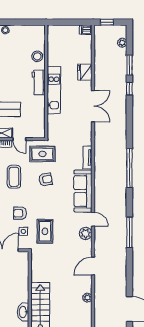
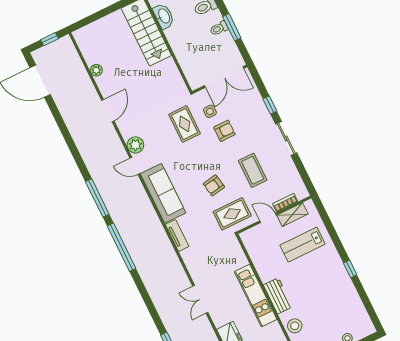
double door: (93, 106) -> (200, 299), width x0.73
window: (129, 232) -> (97, 198), moved

